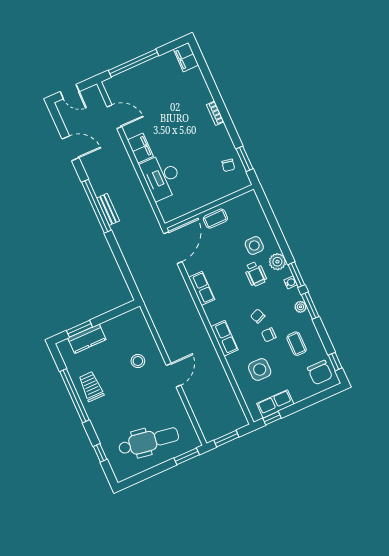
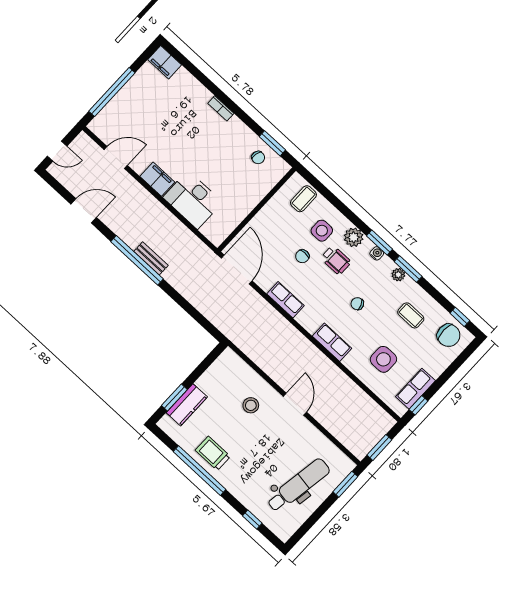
coffee table: (215, 219) -> (303, 199), moved
chair: (269, 335) -> (302, 256), moved

